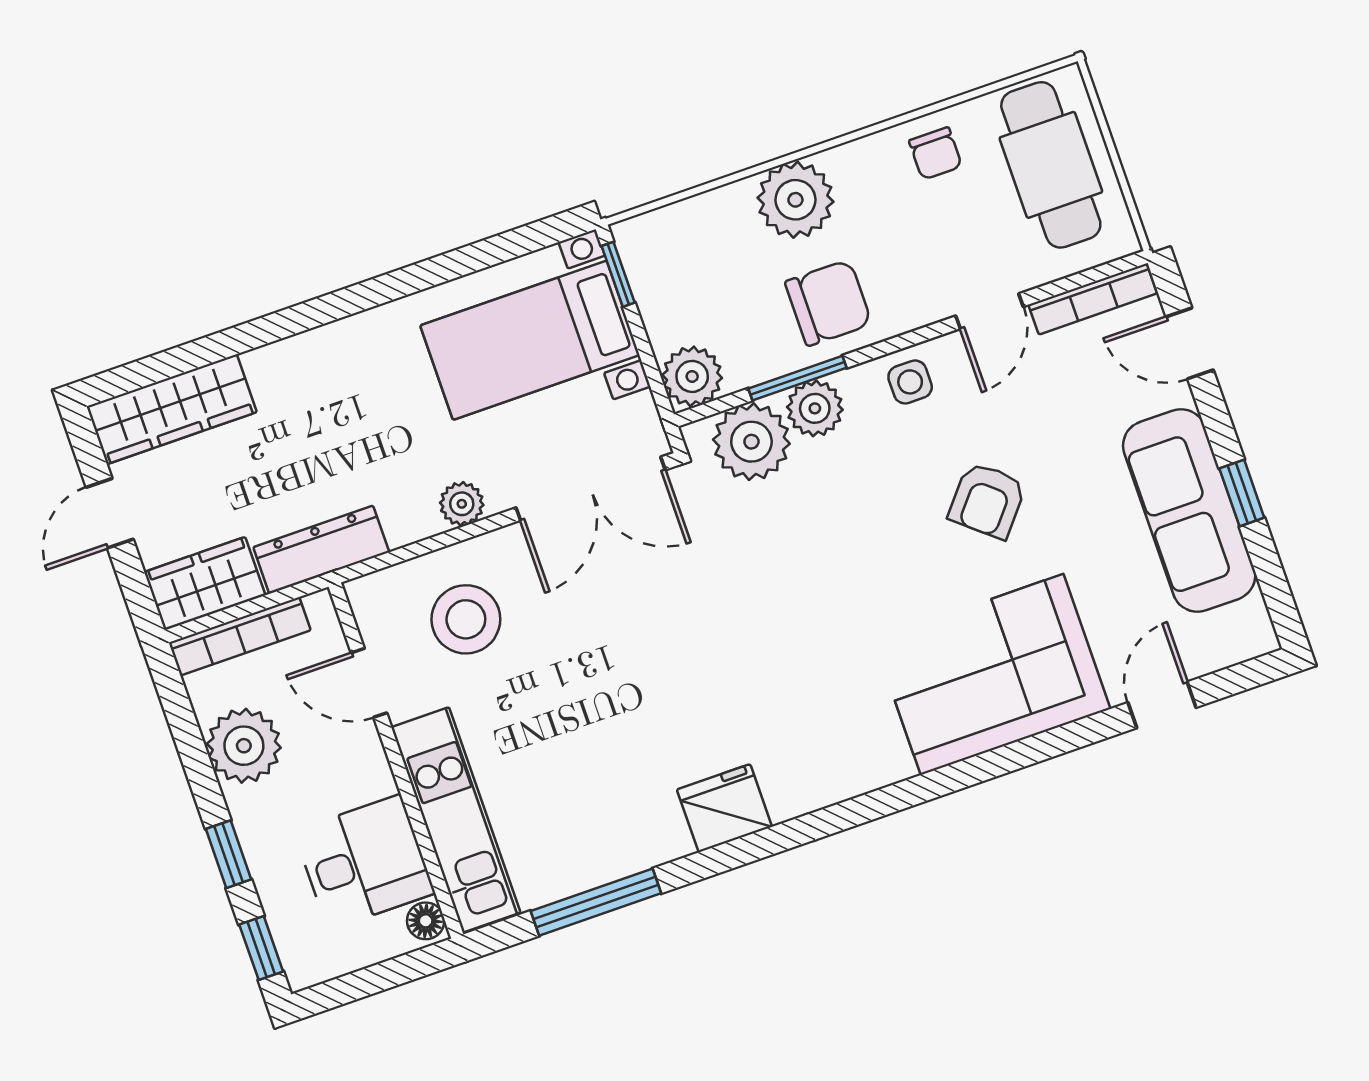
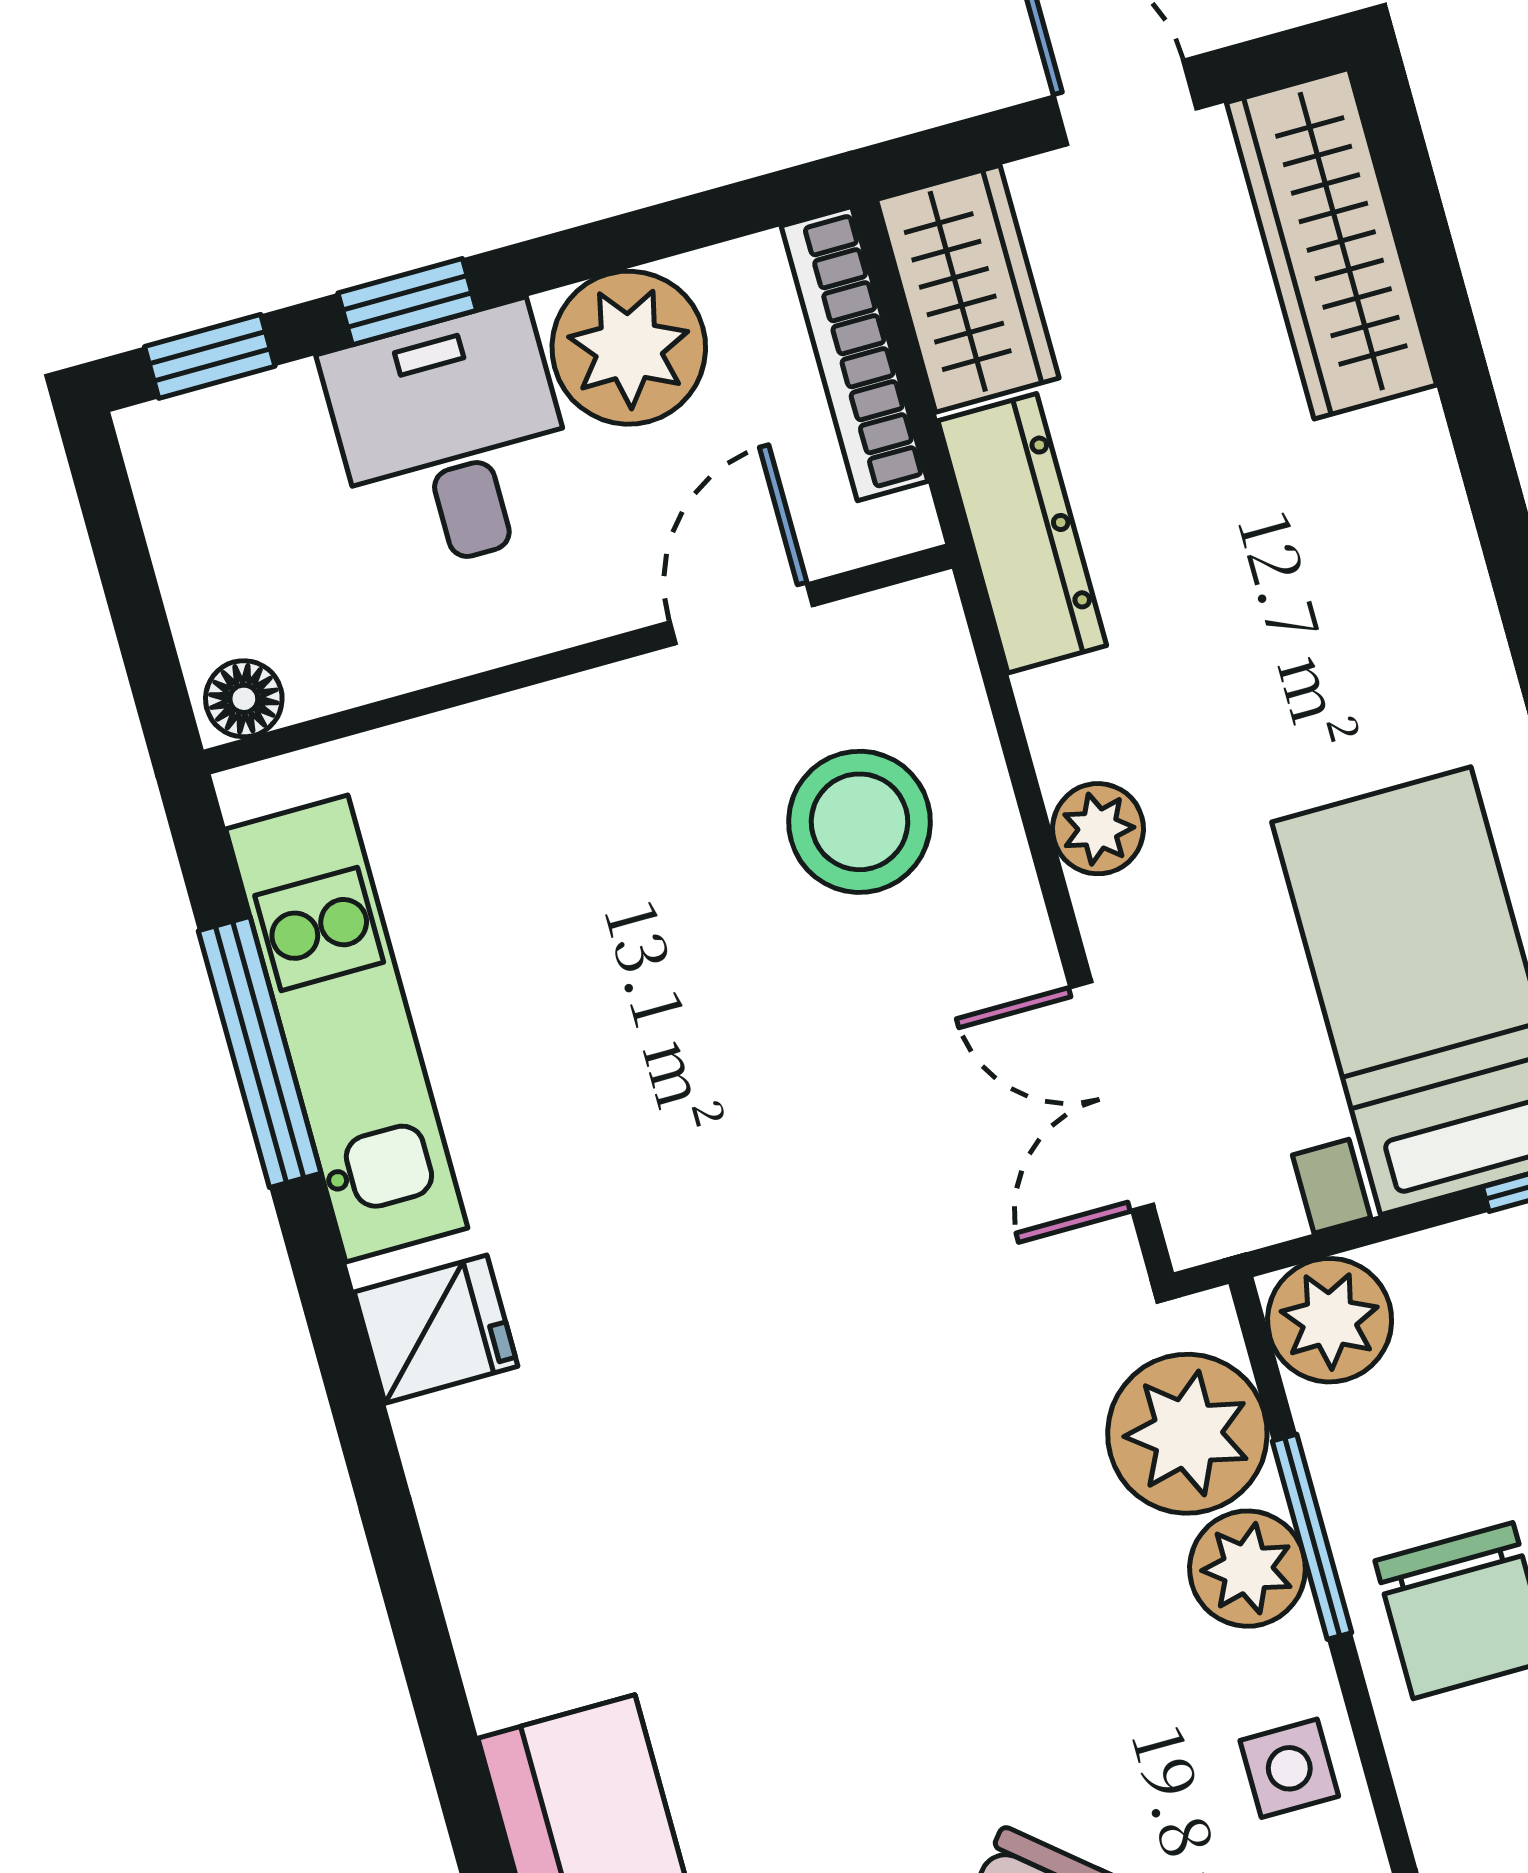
double door: (591, 489) -> (1112, 1096), width x0.73
fridge: (724, 808) -> (436, 1329), width x0.72
kitchen unit: (456, 820) -> (347, 1029), moved, turned -90
desk: (364, 862) -> (452, 439), moved, turned 180

